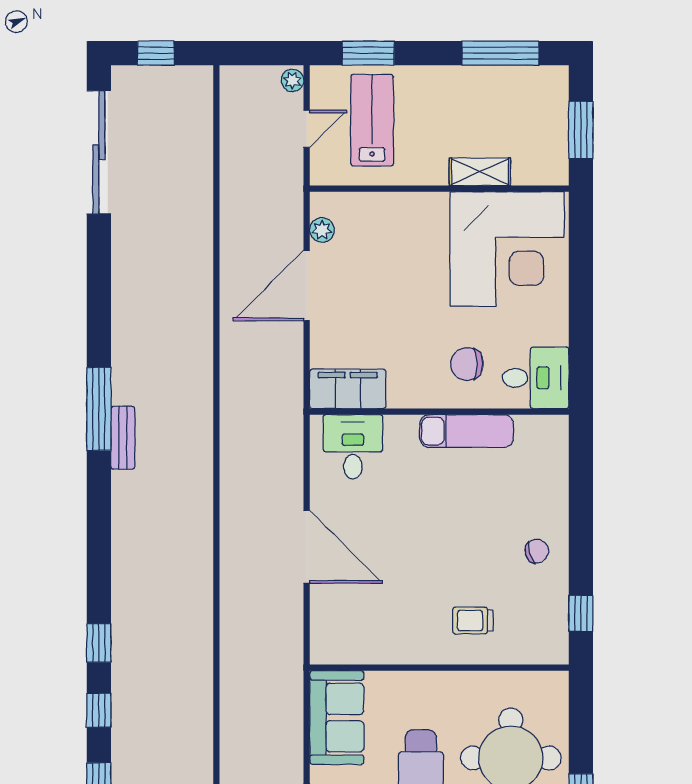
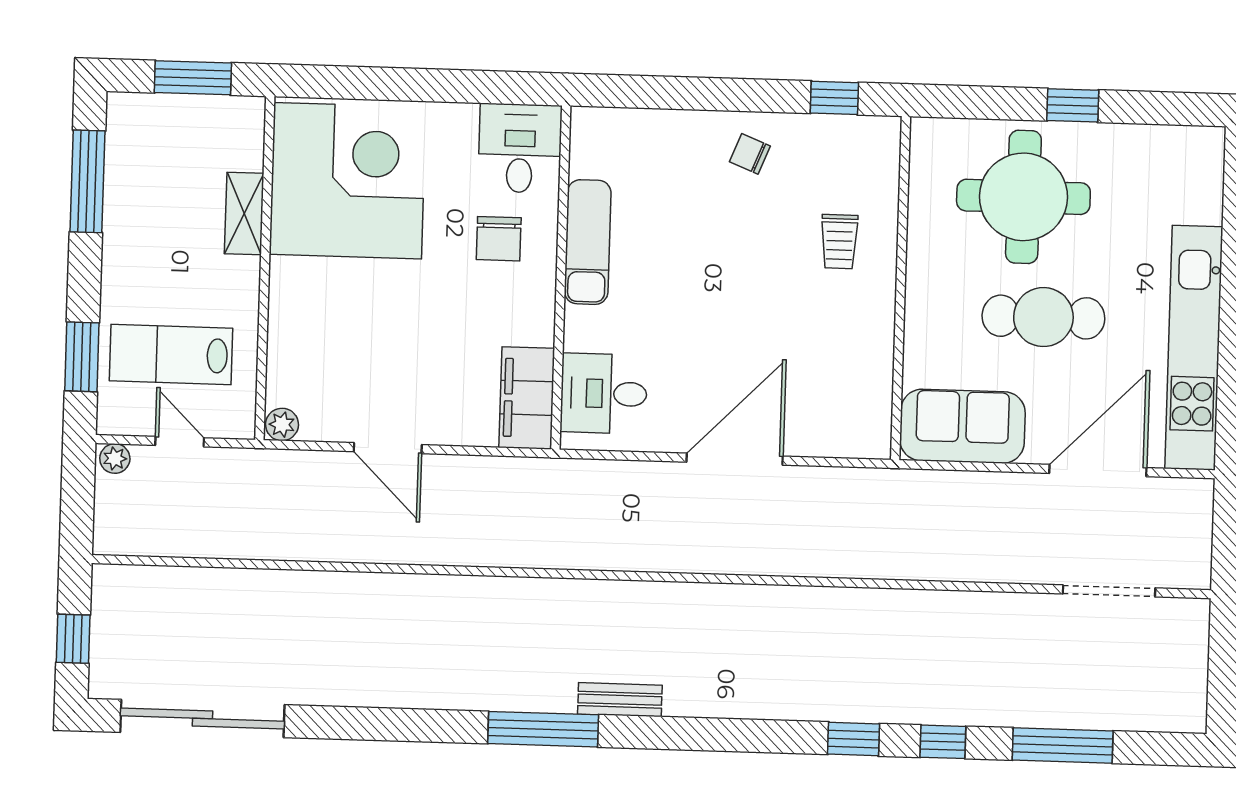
plant: (322, 230) -> (282, 424), moved
door: (307, 285) -> (388, 448), width x0.73
bench: (123, 438) -> (620, 700), moved
chair: (537, 551) -> (750, 154), turned -53

